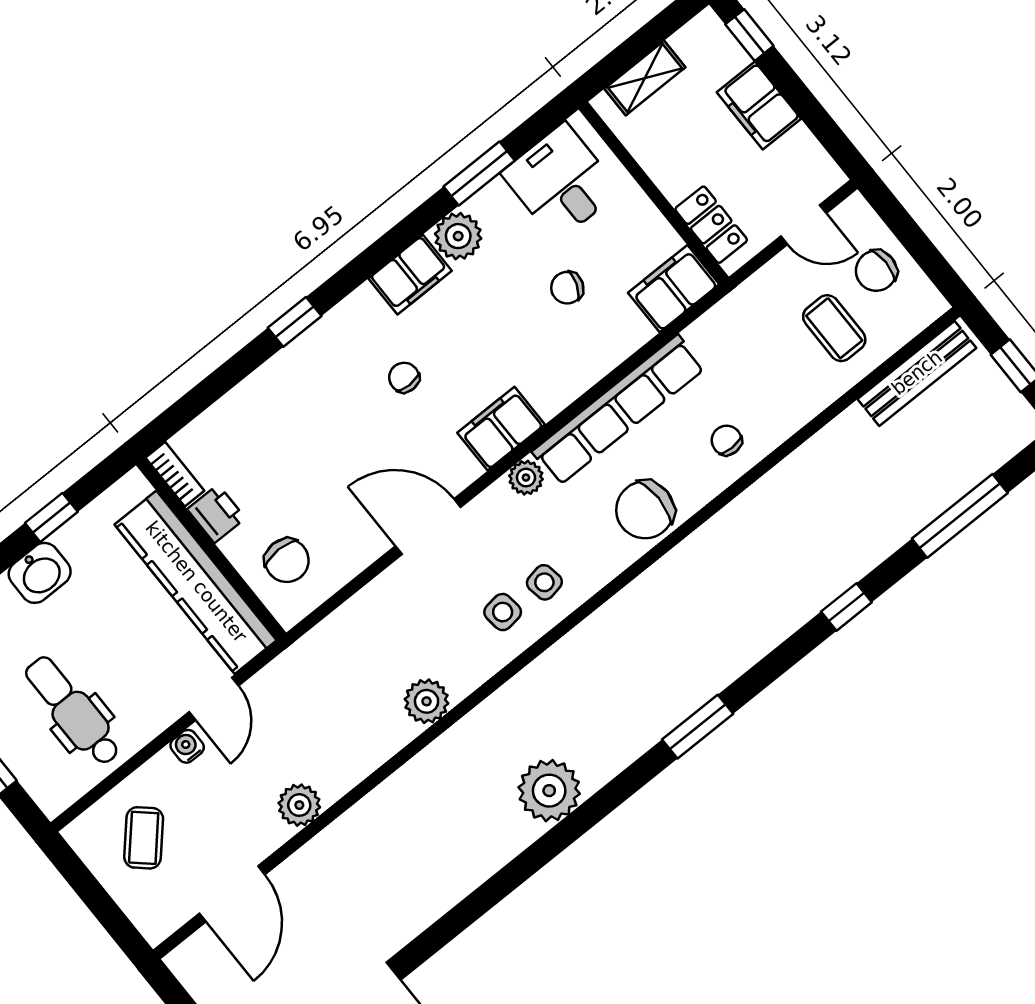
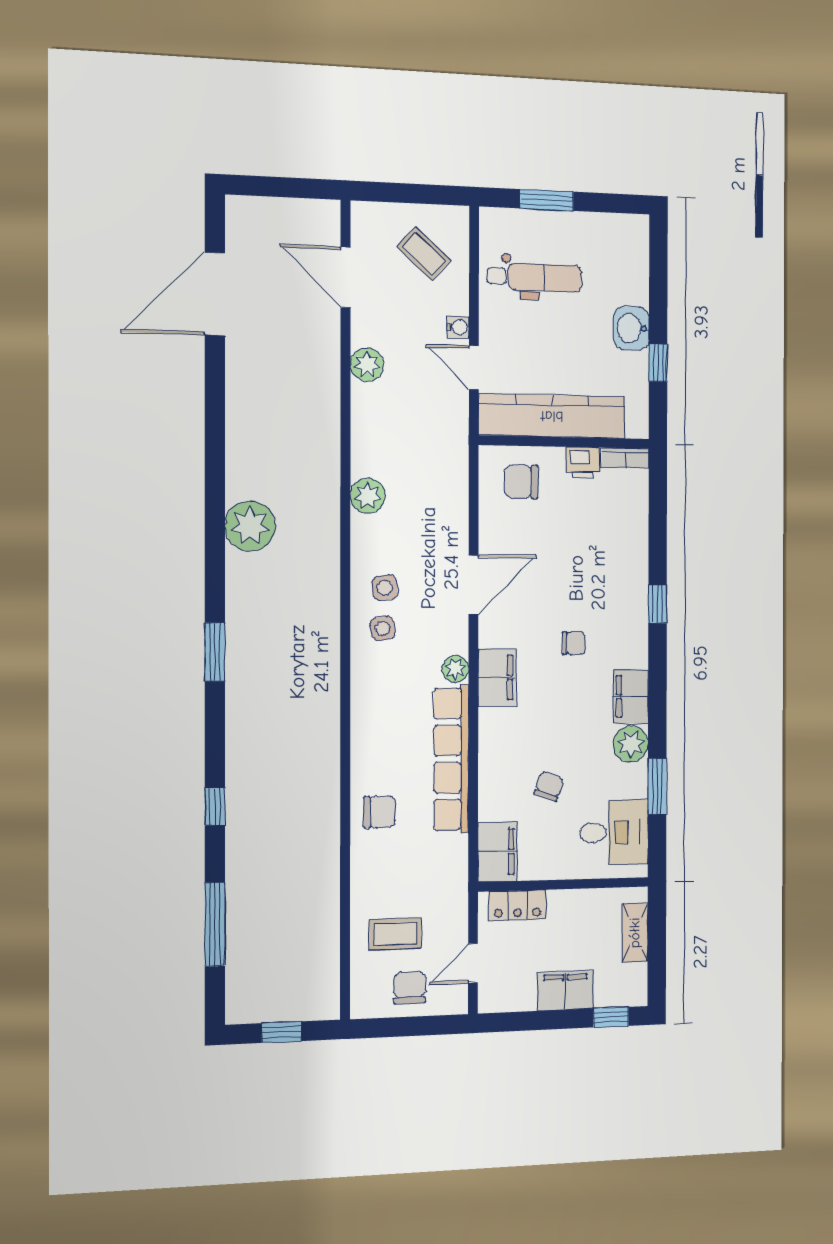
bench: (917, 373) -> (326, 965), removed
chair: (727, 440) -> (380, 812), width x1.37, depth x1.37
chair: (645, 510) -> (377, 727), removed

